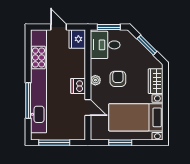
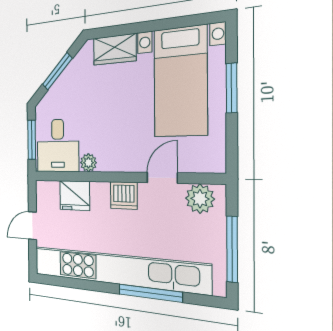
fridge: (77, 39) -> (75, 195), moved
armchair: (118, 79) -> (111, 121), removed
plant: (95, 80) -> (88, 163), moved
plant: (78, 127) -> (200, 199), added
window: (120, 143) -> (232, 88), moved

